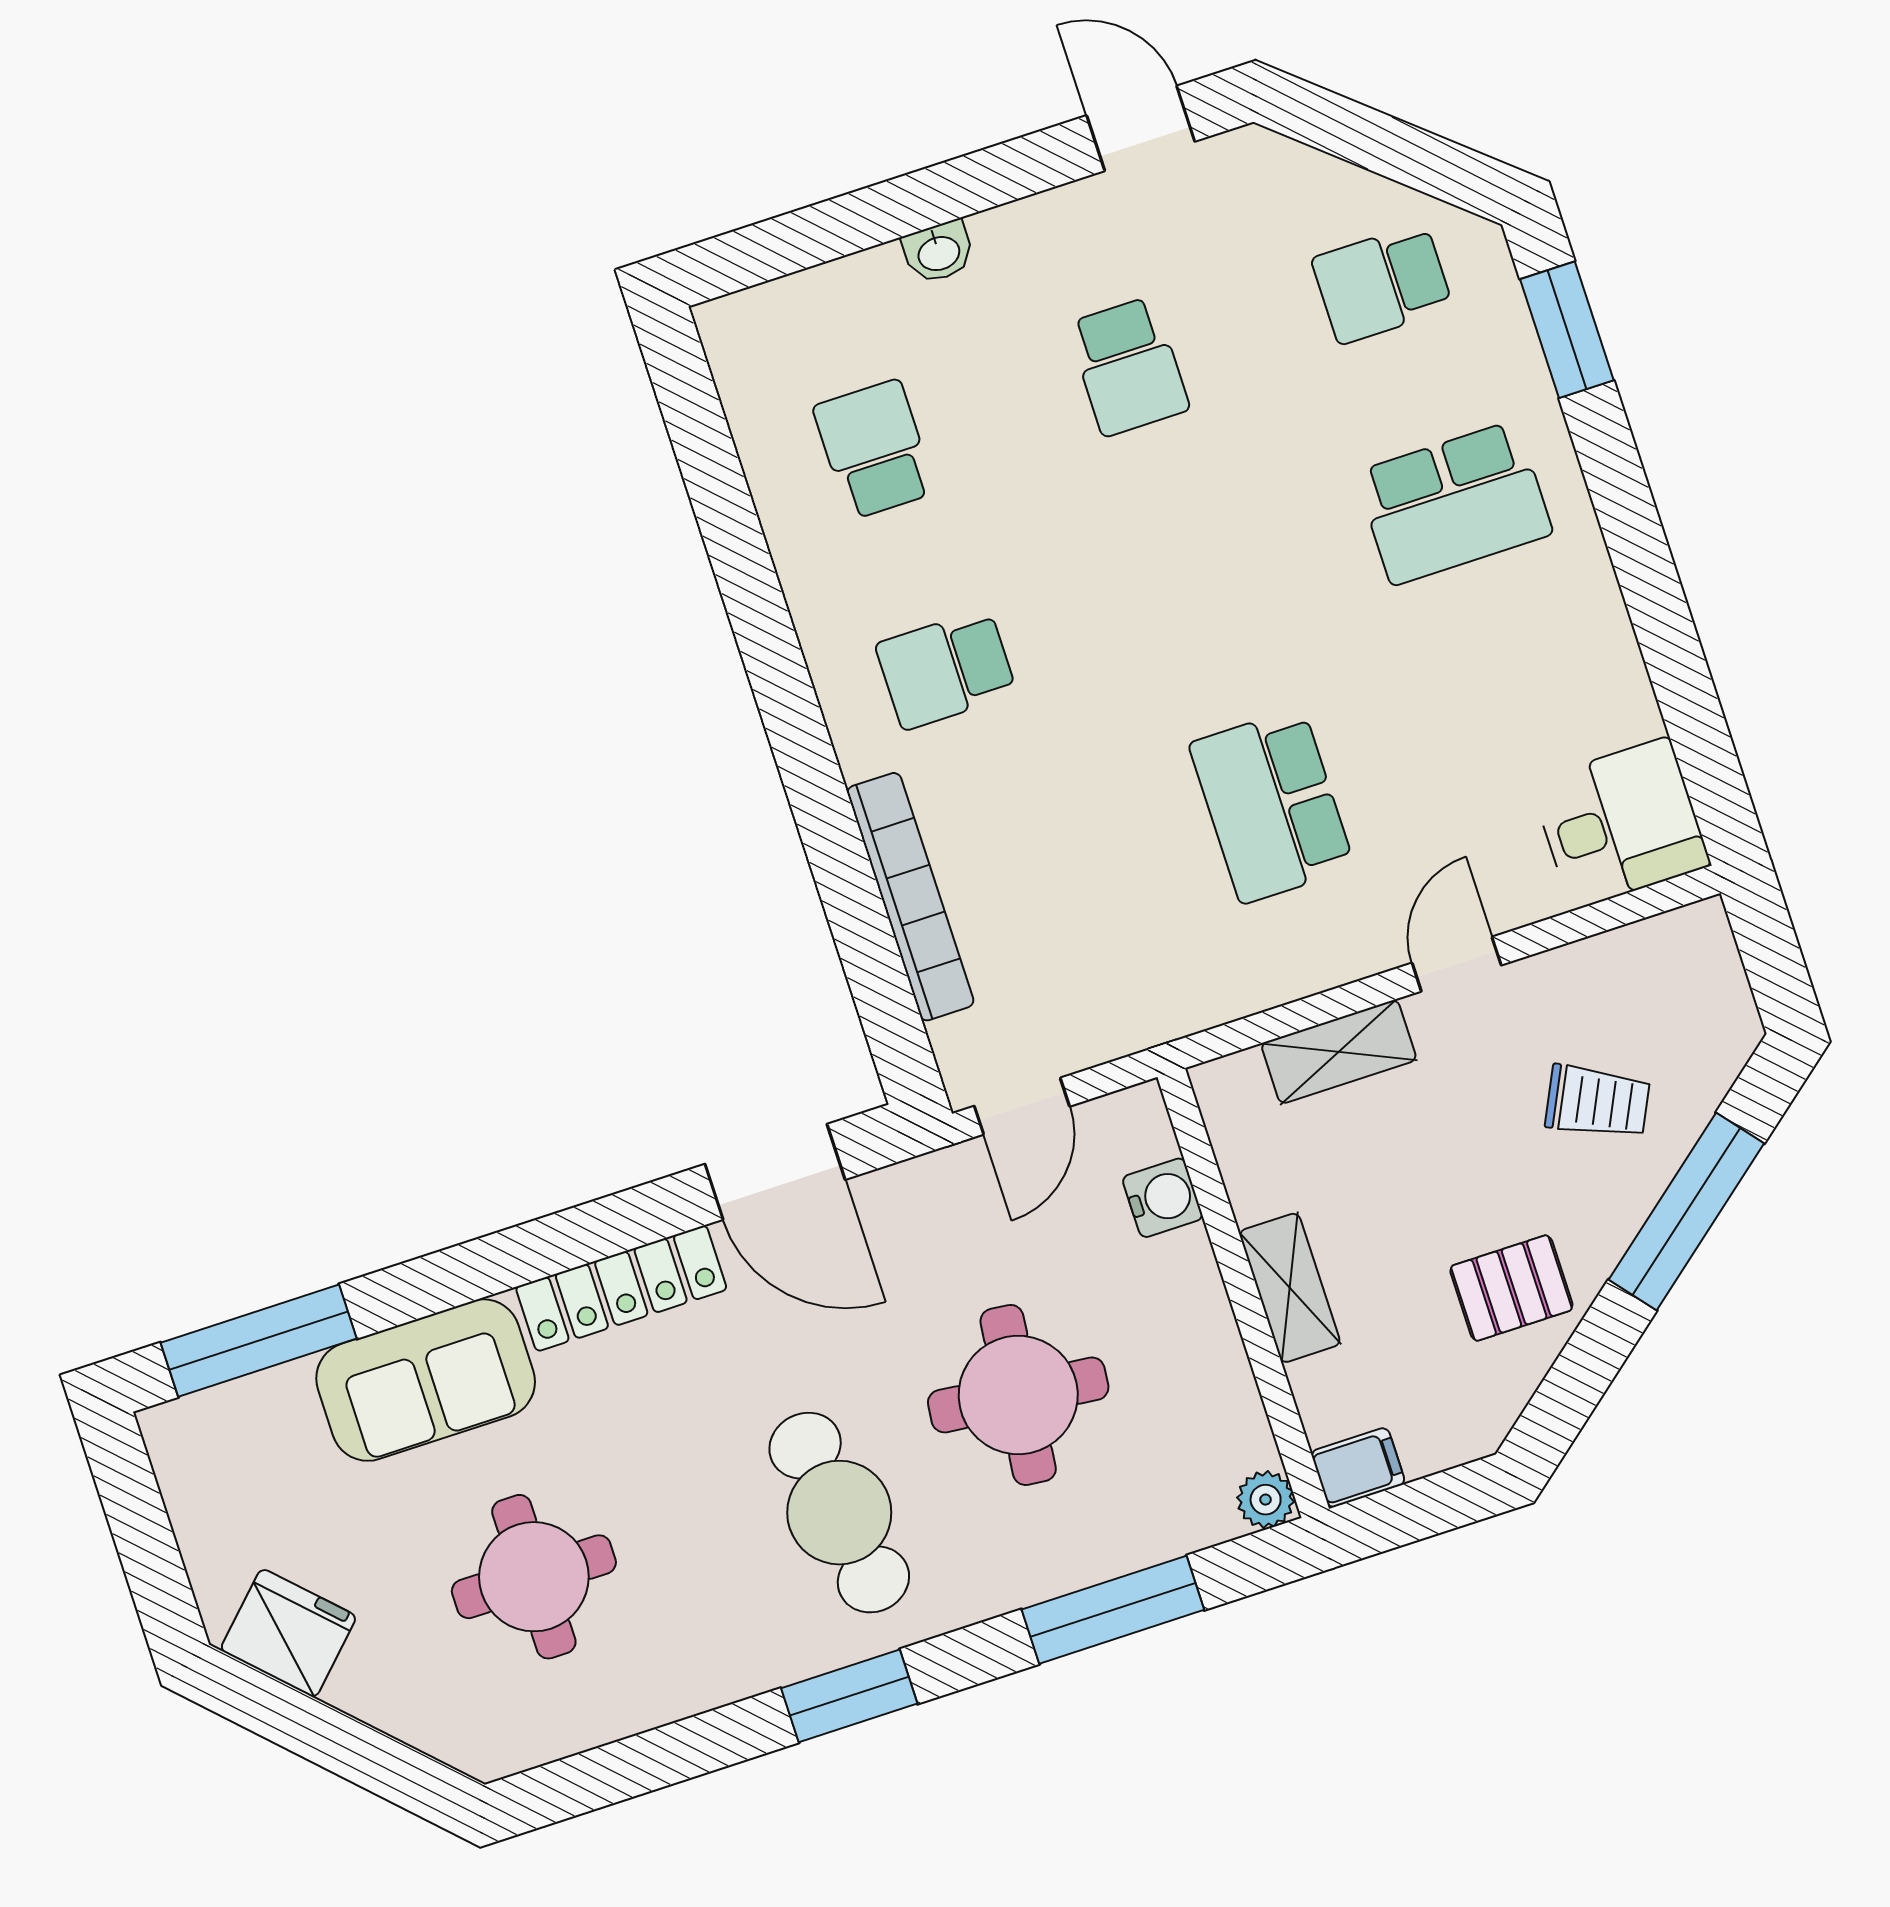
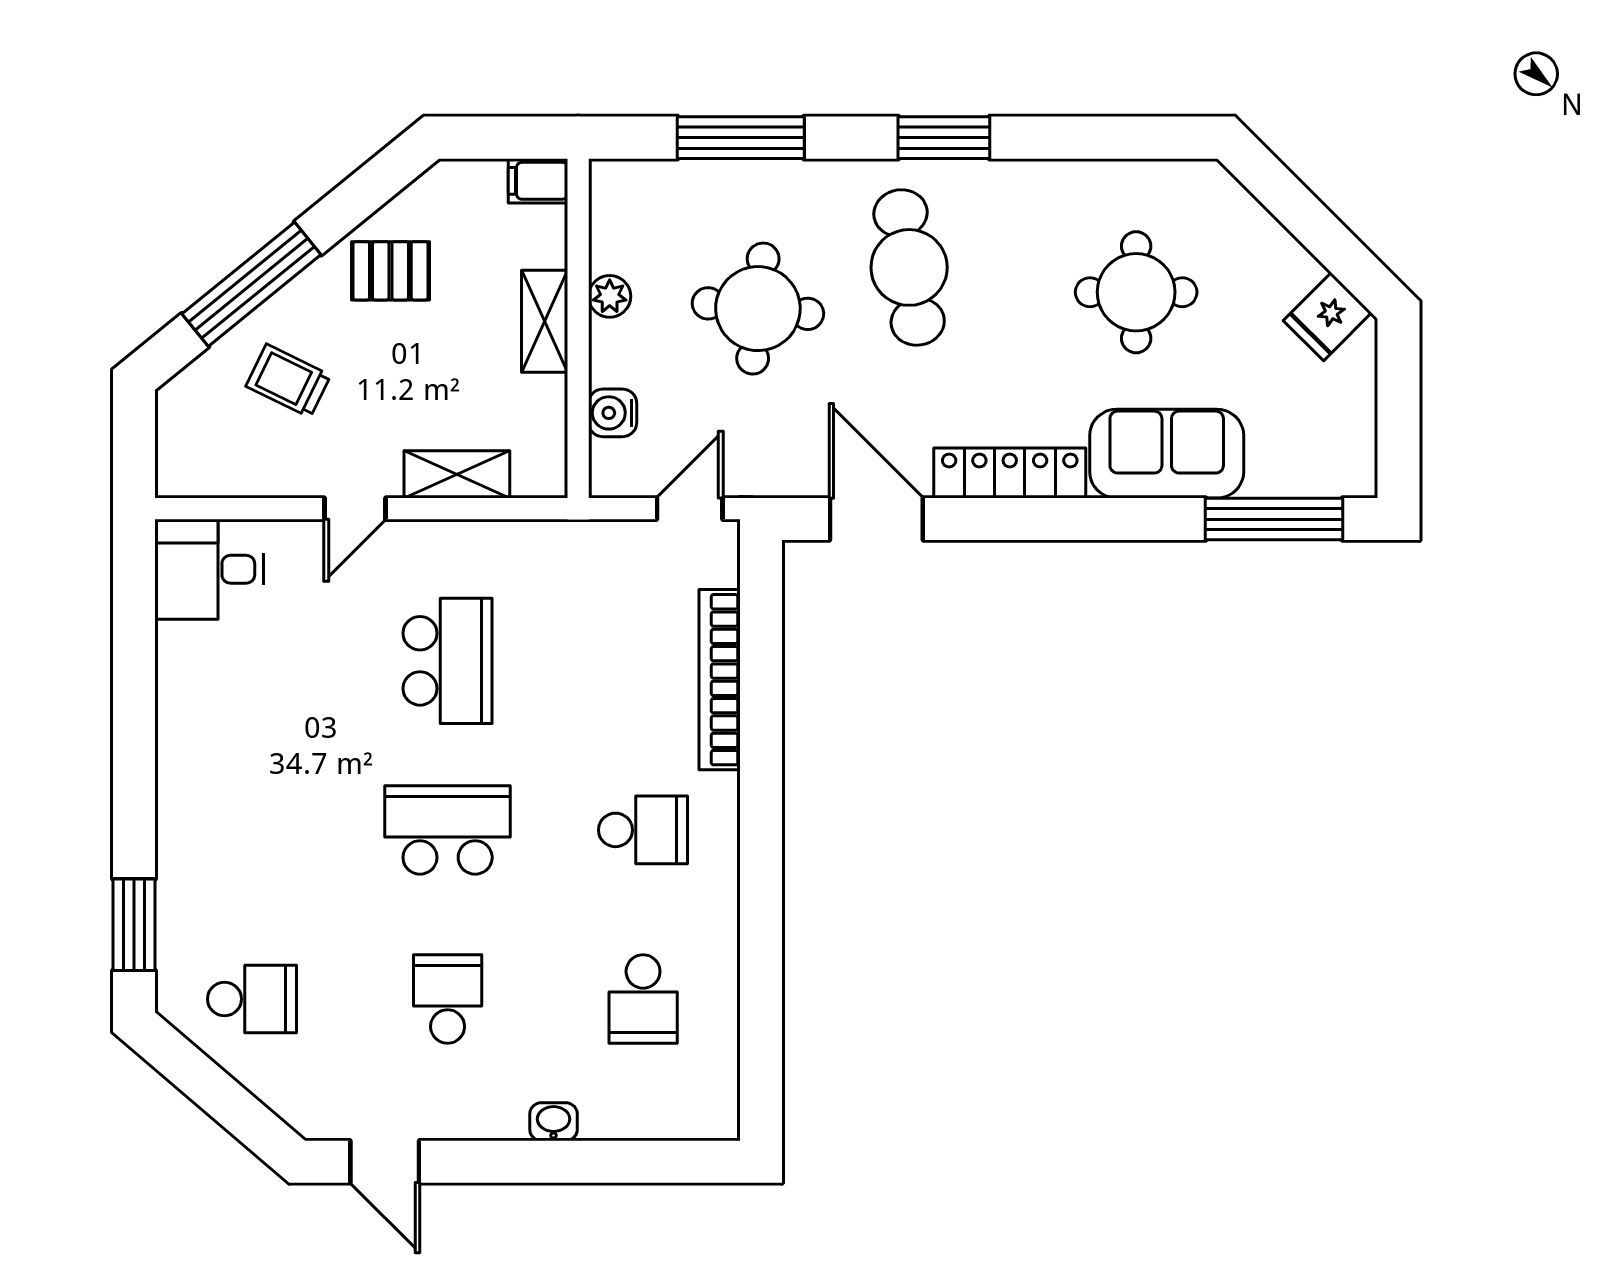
school desk: (1454, 503) -> (448, 830), moved
plant: (1266, 1500) -> (610, 296), moved
fridge: (288, 1633) -> (1327, 317), width x0.72

